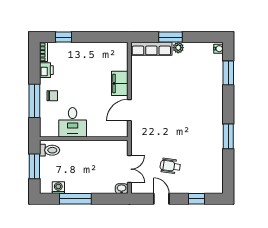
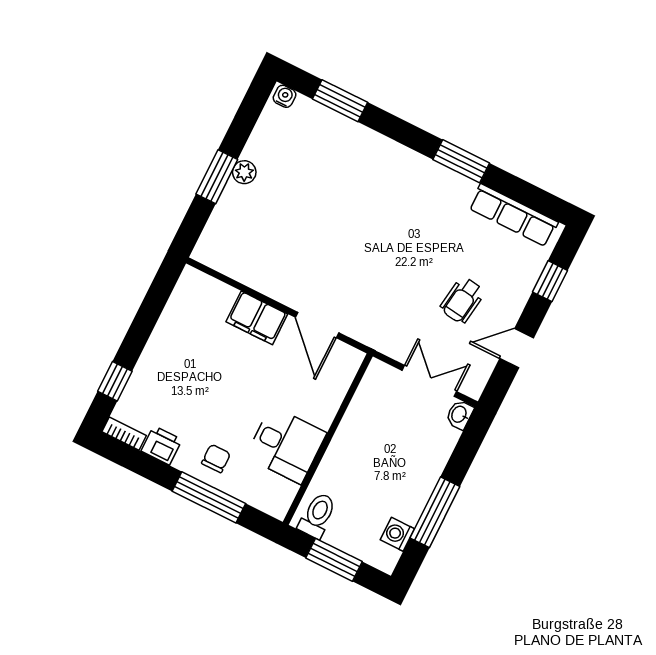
row of seats: (151, 49) -> (513, 215), moved, turned 90

